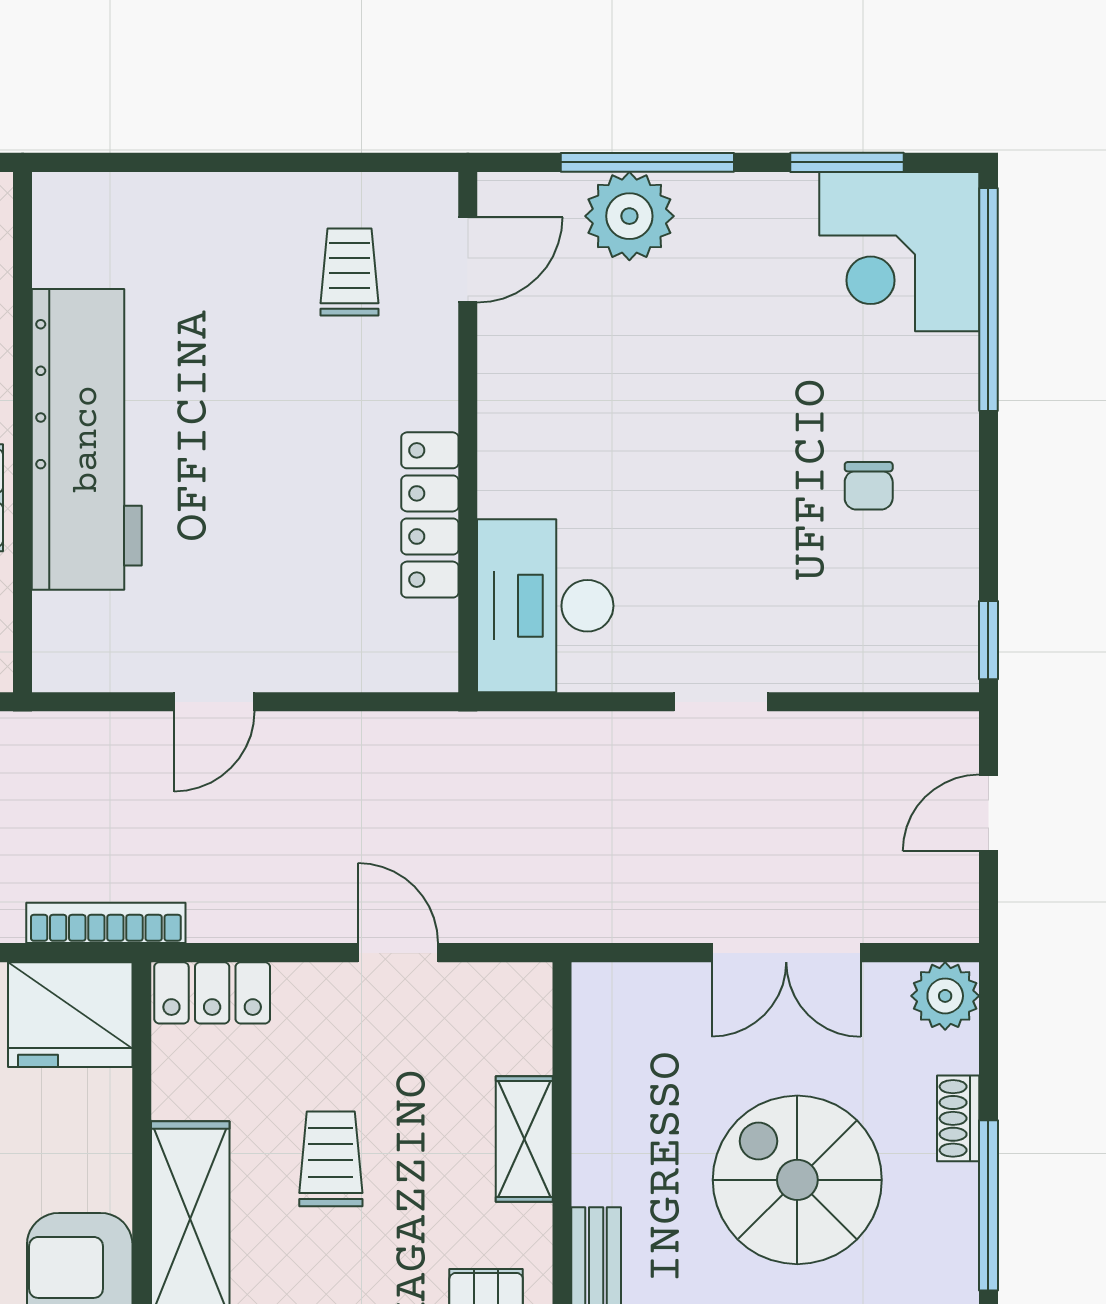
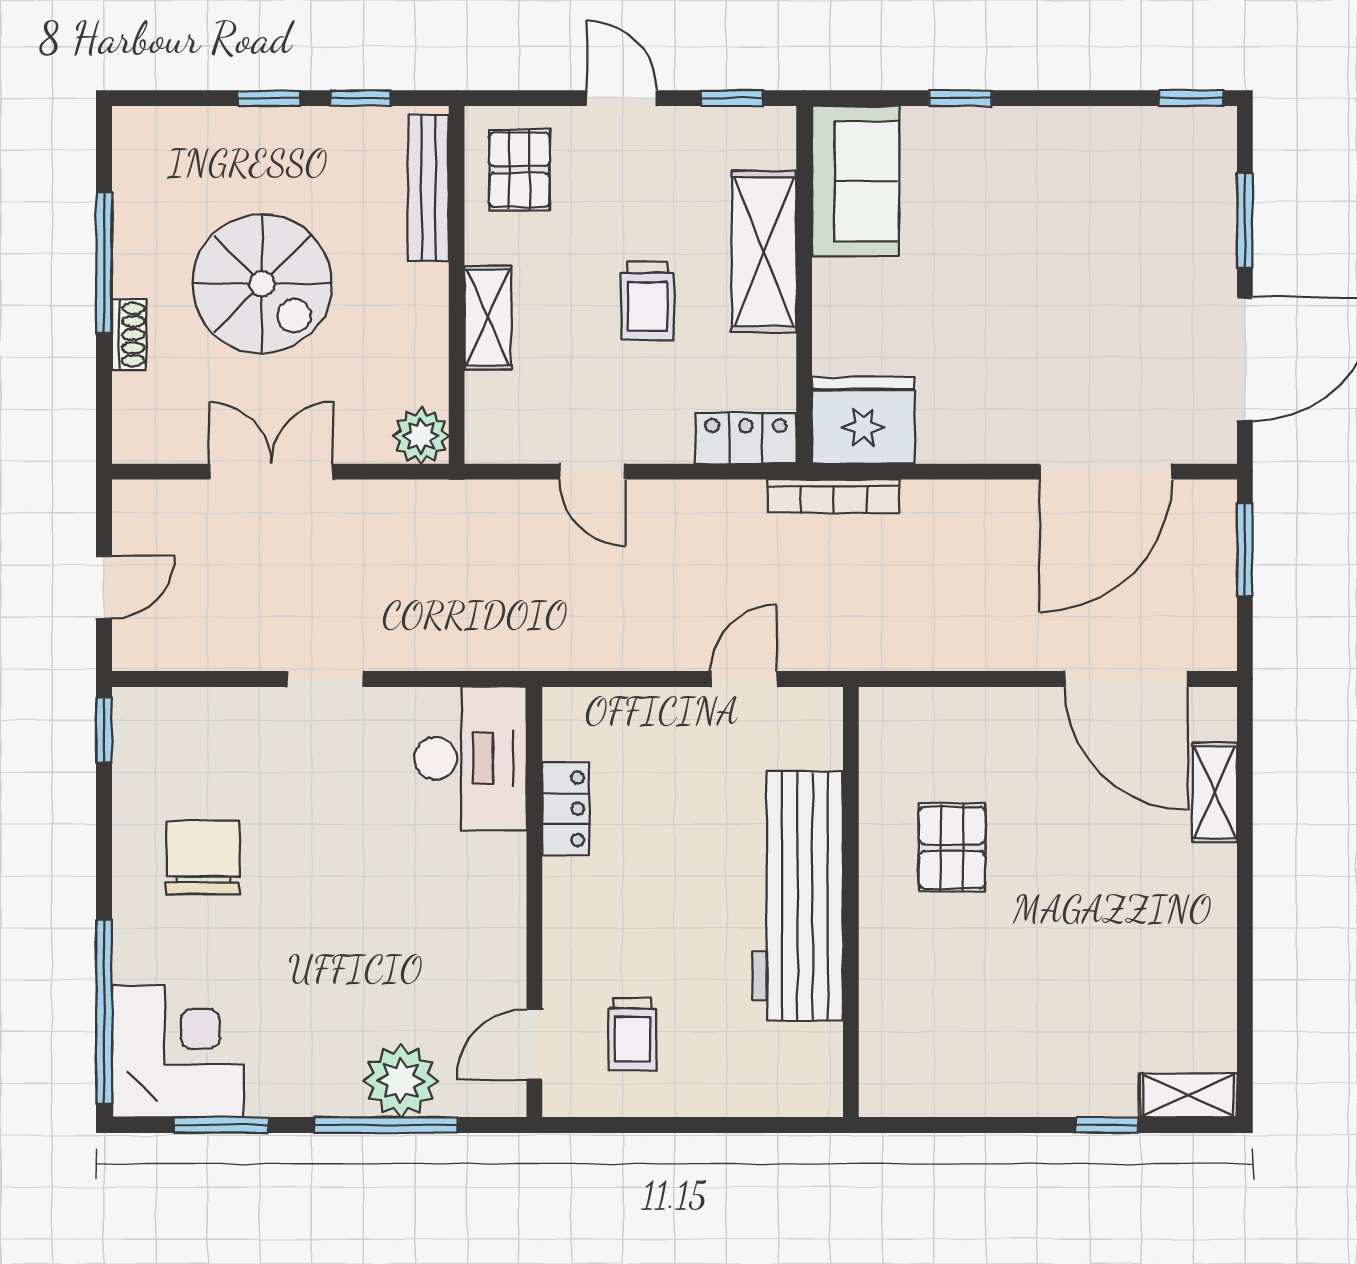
wall: (23, 432) -> (851, 902), moved
workbench: (87, 439) -> (798, 896), moved
chair: (869, 486) -> (203, 858), width x1.87, depth x1.87
locker: (430, 515) -> (566, 809), width x0.66
plant: (945, 996) -> (421, 436), moved

